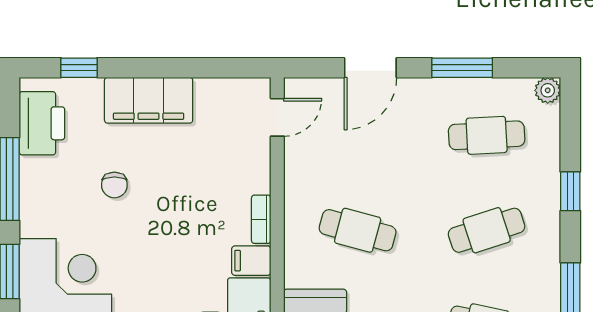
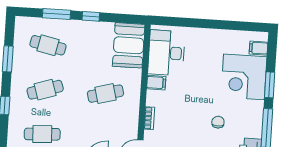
bookcase: (261, 219) -> (149, 118), moved
cafe table: (358, 230) -> (105, 94), turned -30

